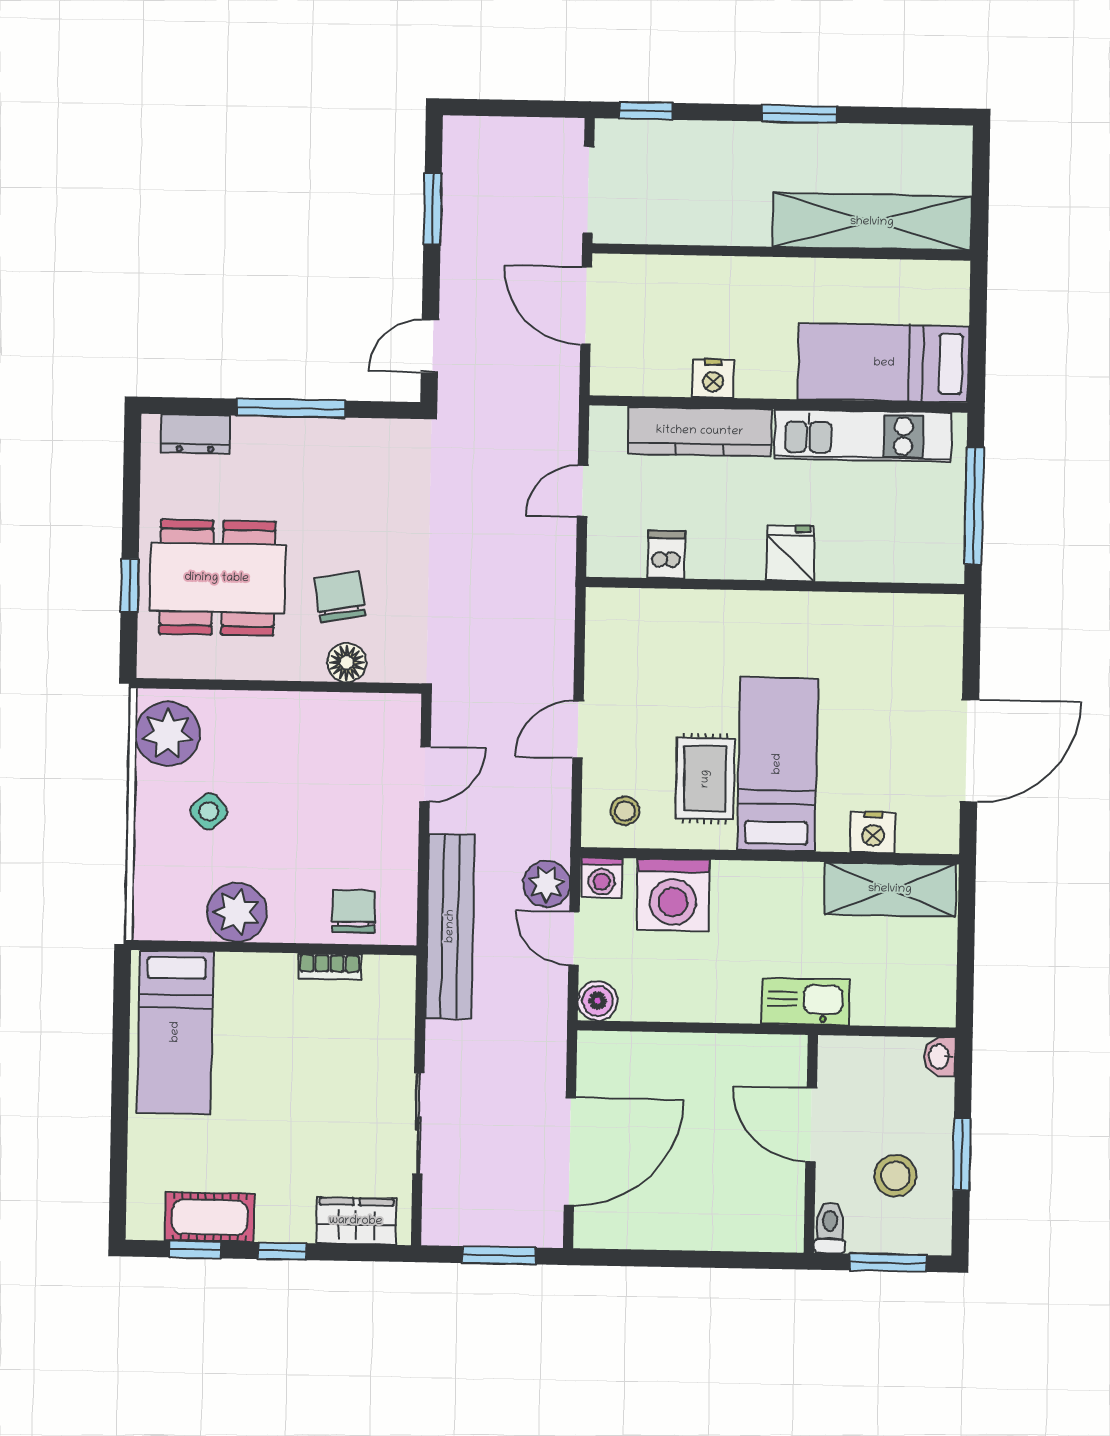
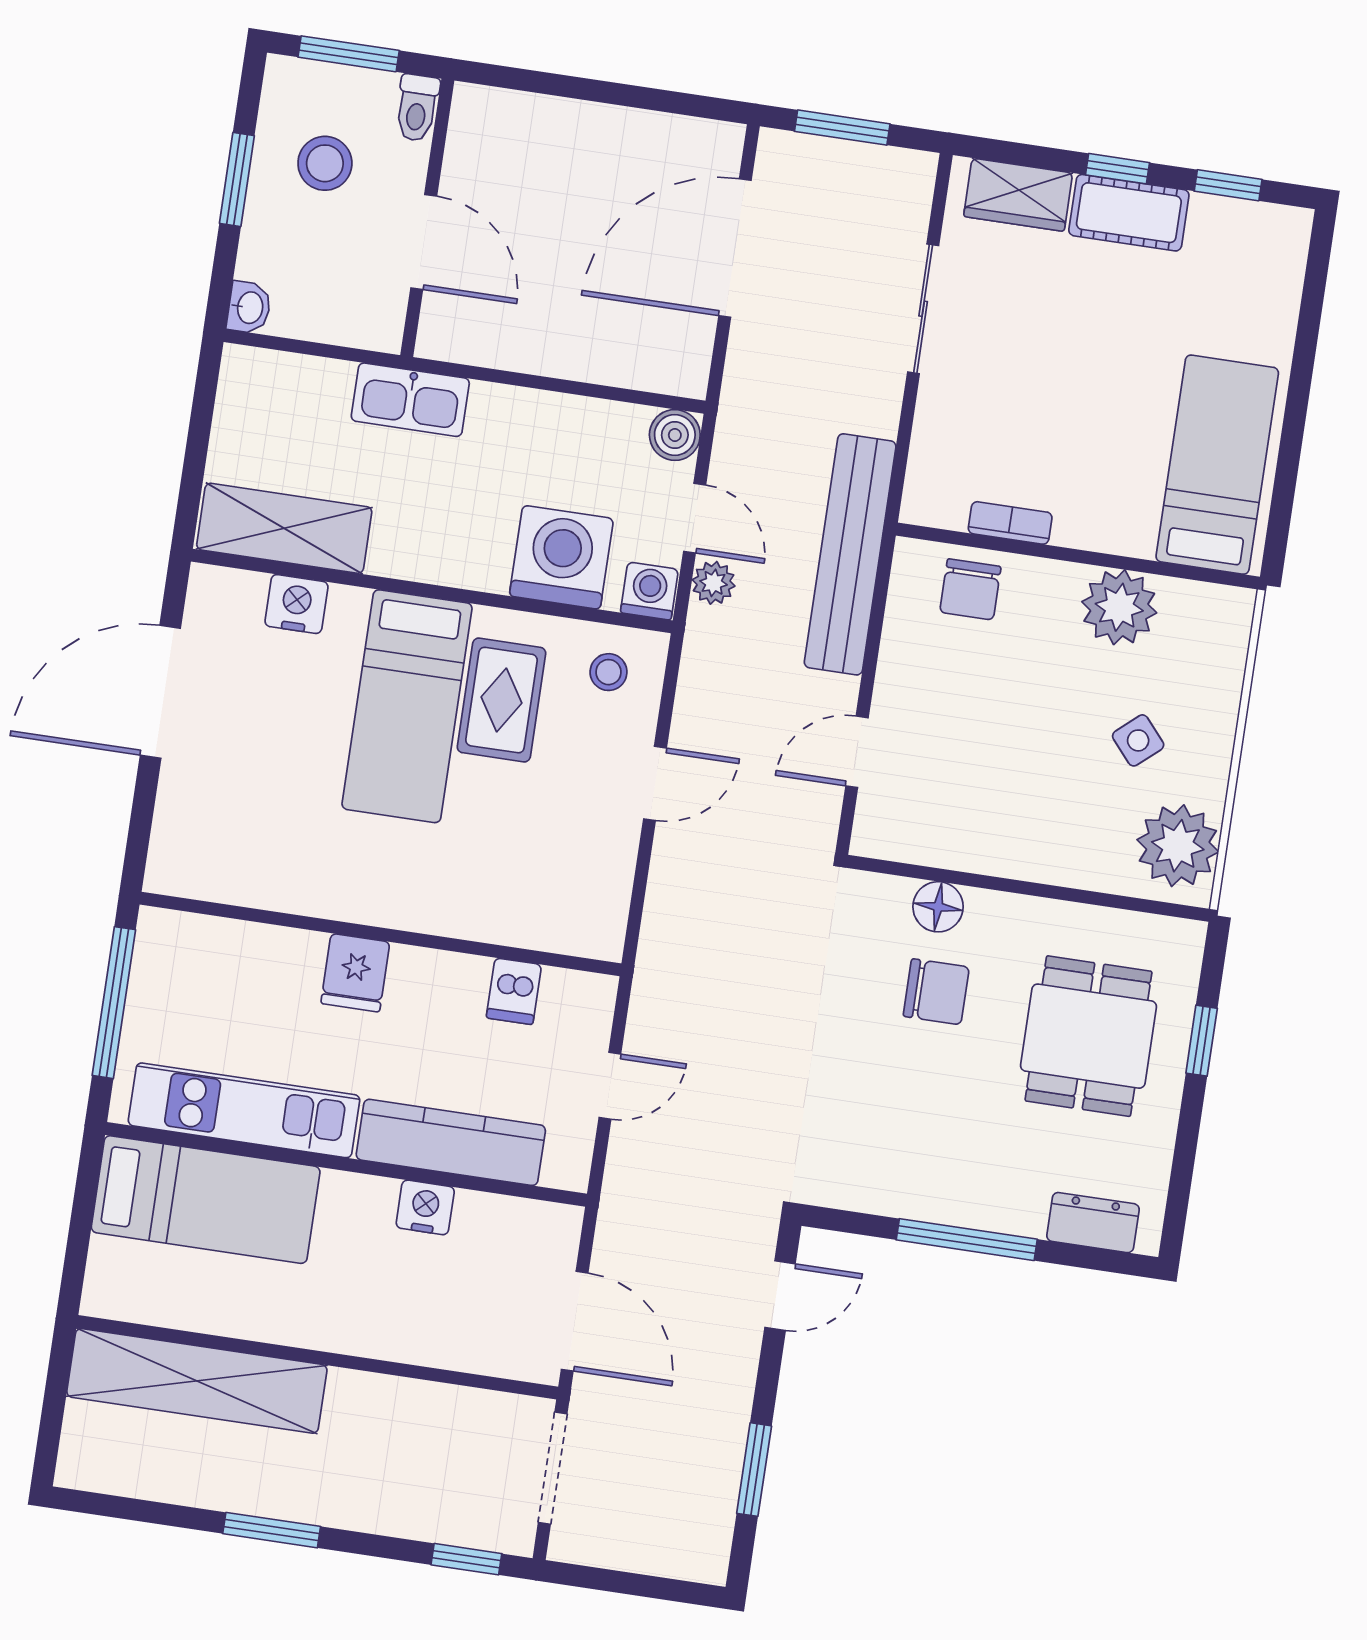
dining table: (217, 578) -> (1089, 1036), width x0.73
chair: (340, 597) -> (936, 992), turned -80
plant: (547, 884) -> (714, 583), width x0.73, depth x0.73
cot: (210, 1217) -> (1129, 213), moved

